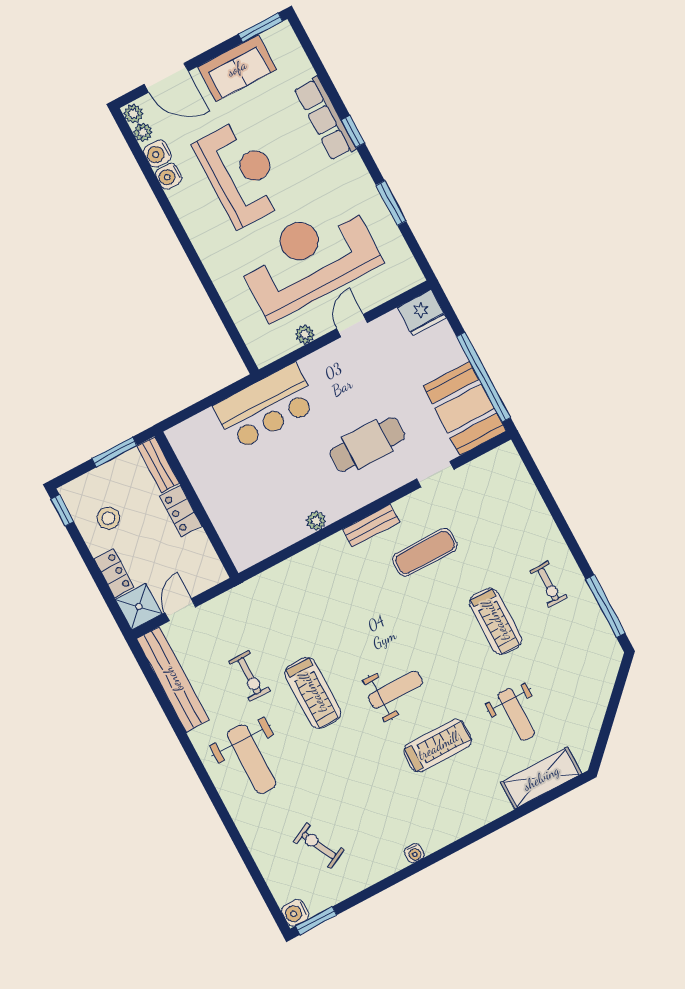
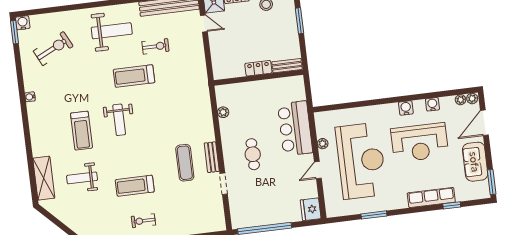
window: (353, 132) -> (452, 205), moved
water cooler: (157, 154) -> (406, 108), moved
door: (352, 326) -> (318, 170), swing flipped
bar counter: (266, 407) -> (295, 128), moved
booth: (465, 408) -> (252, 212), removed
cafe table: (367, 444) -> (253, 154), width x0.73, depth x0.74
bench: (158, 465) -> (287, 66), moved
wall: (196, 505) -> (258, 78), moved
locker: (181, 511) -> (258, 68), moved
bench: (371, 526) -> (212, 157), moved
exercise bike: (250, 676) -> (155, 46), turned 180
weight bench: (252, 759) -> (112, 31), turned 180
exercise bike: (319, 845) -> (53, 49), width x1.38, depth x1.39

